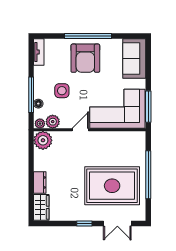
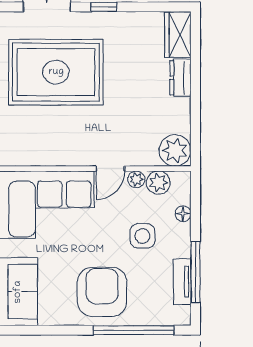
window: (88, 36) -> (134, 330), moved
tv unit: (39, 52) -> (182, 282), moved
window: (31, 95) -> (195, 272), moved
plant: (40, 124) -> (136, 179), moved

